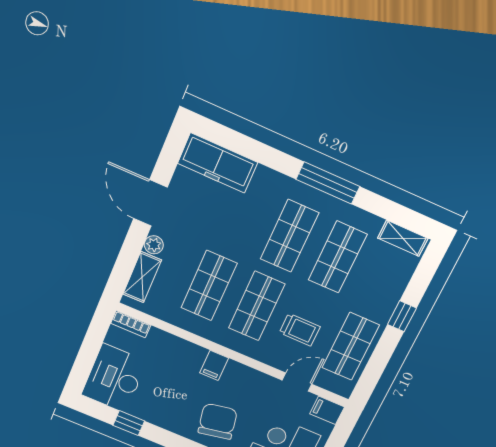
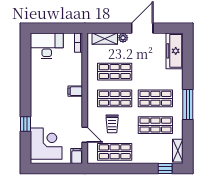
window: (402, 316) -> (165, 169), moved
chair: (218, 421) -> (46, 106), removed
window: (129, 423) -> (26, 62), removed

